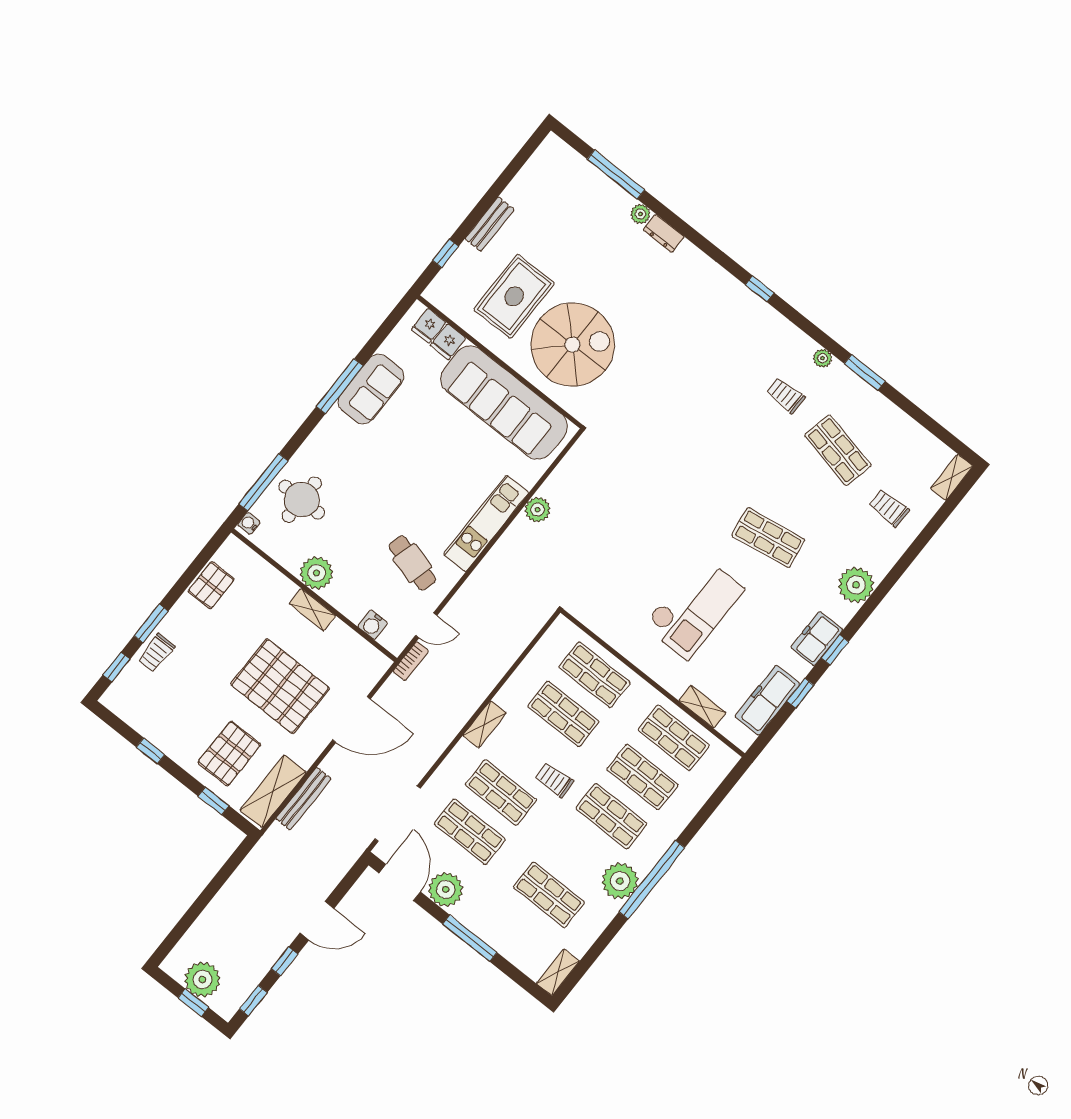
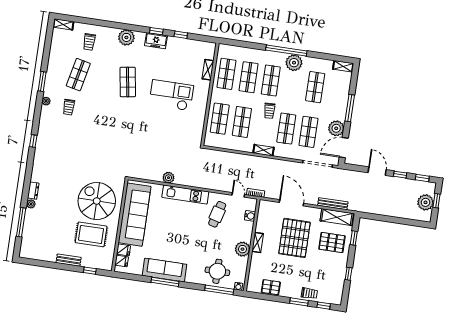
sofa: (371, 389) -> (165, 270), width x1.36
freezer: (767, 700) -> (191, 46), removed

